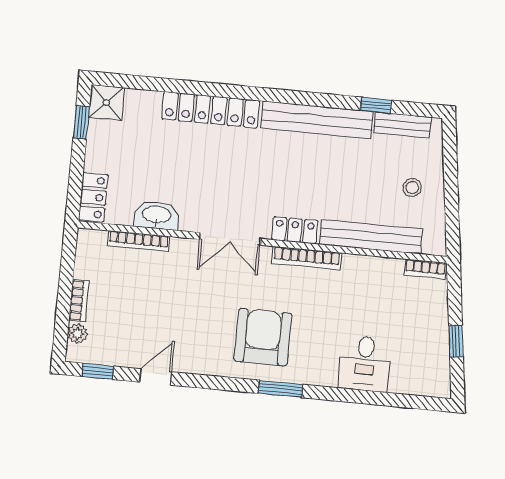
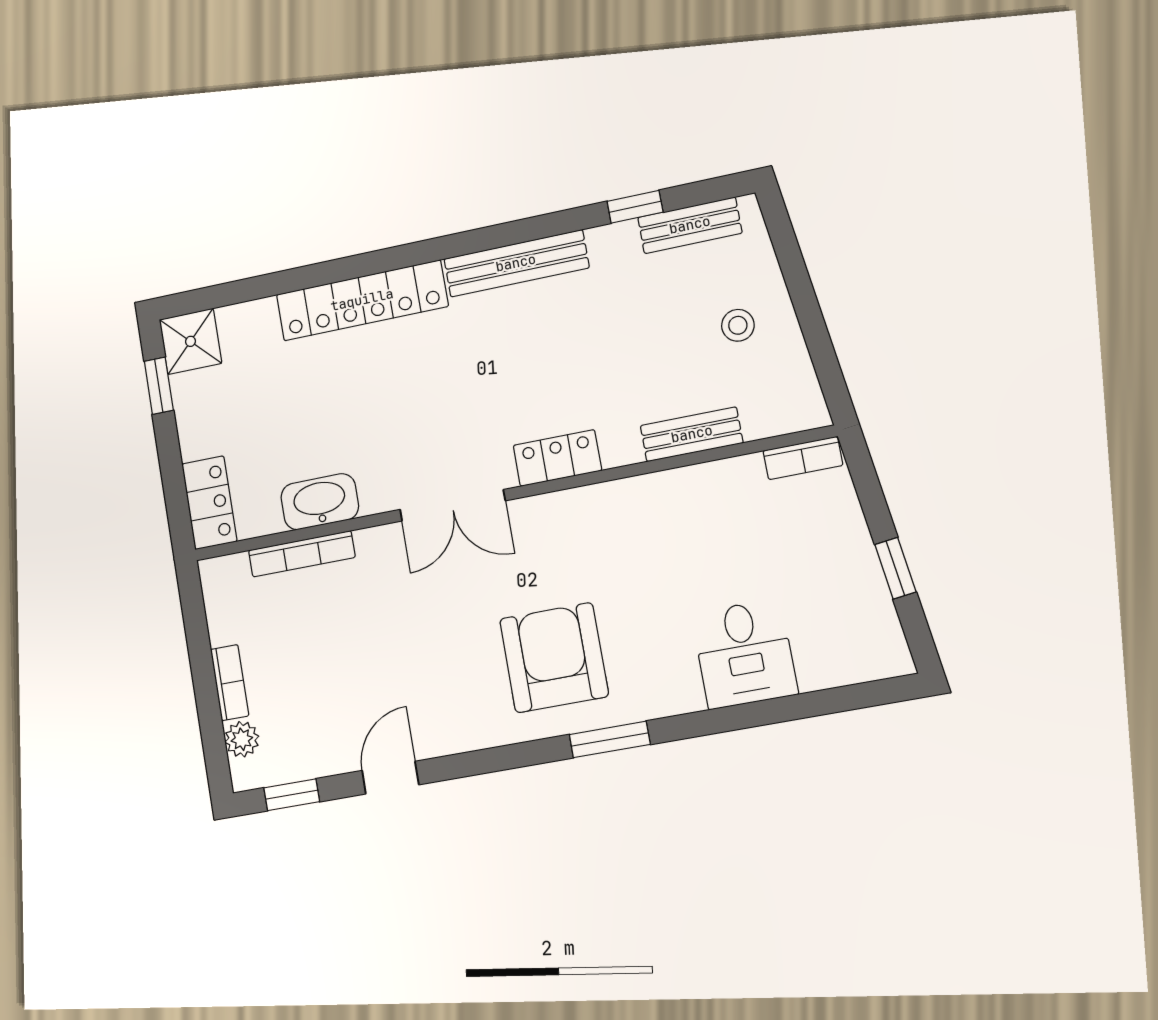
bench: (317, 120) -> (516, 263), width x0.73, depth x0.82
bench: (371, 237) -> (692, 434), width x0.54, depth x0.82
bookcase: (307, 258) -> (591, 500), removed

